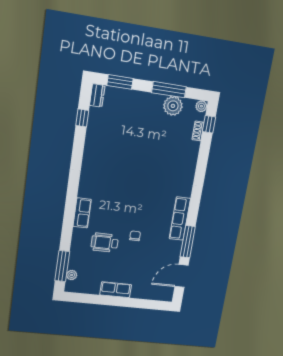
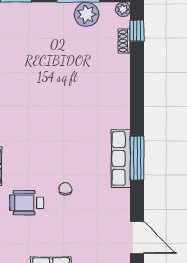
window: (188, 242) -> (137, 158), moved
door: (181, 276) -> (137, 238), swing flipped

